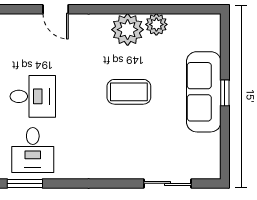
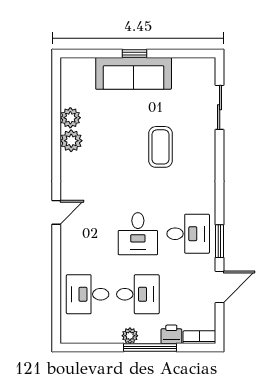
plant: (128, 30) -> (71, 141), width x0.73, depth x0.73
coffee table: (129, 92) -> (160, 147), moved
desk: (33, 96) -> (138, 234), turned 180

